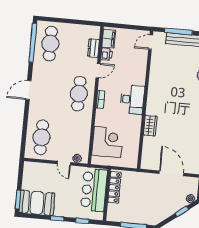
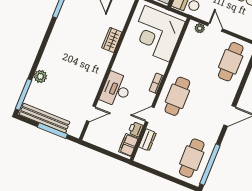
door: (151, 42) -> (91, 114), moved
desk: (132, 99) -> (116, 90), moved
corner desk: (107, 142) -> (157, 34), width x1.36, depth x1.36

